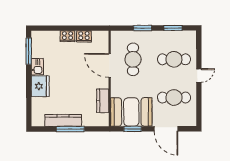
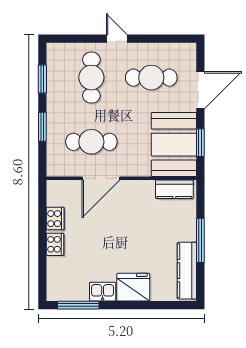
cafe table: (174, 98) -> (151, 78), turned 90
kitchen counter: (103, 101) -> (174, 189), moved
kitchen counter: (63, 120) -> (187, 271), moved

